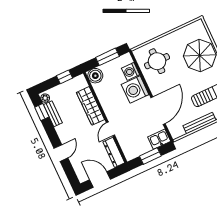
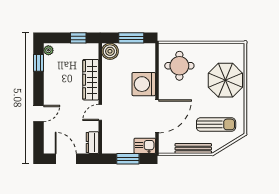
washing machine: (131, 71) -> (148, 64), removed
bench: (53, 114) -> (49, 70), removed
dresser: (114, 152) -> (92, 143), width x0.70

